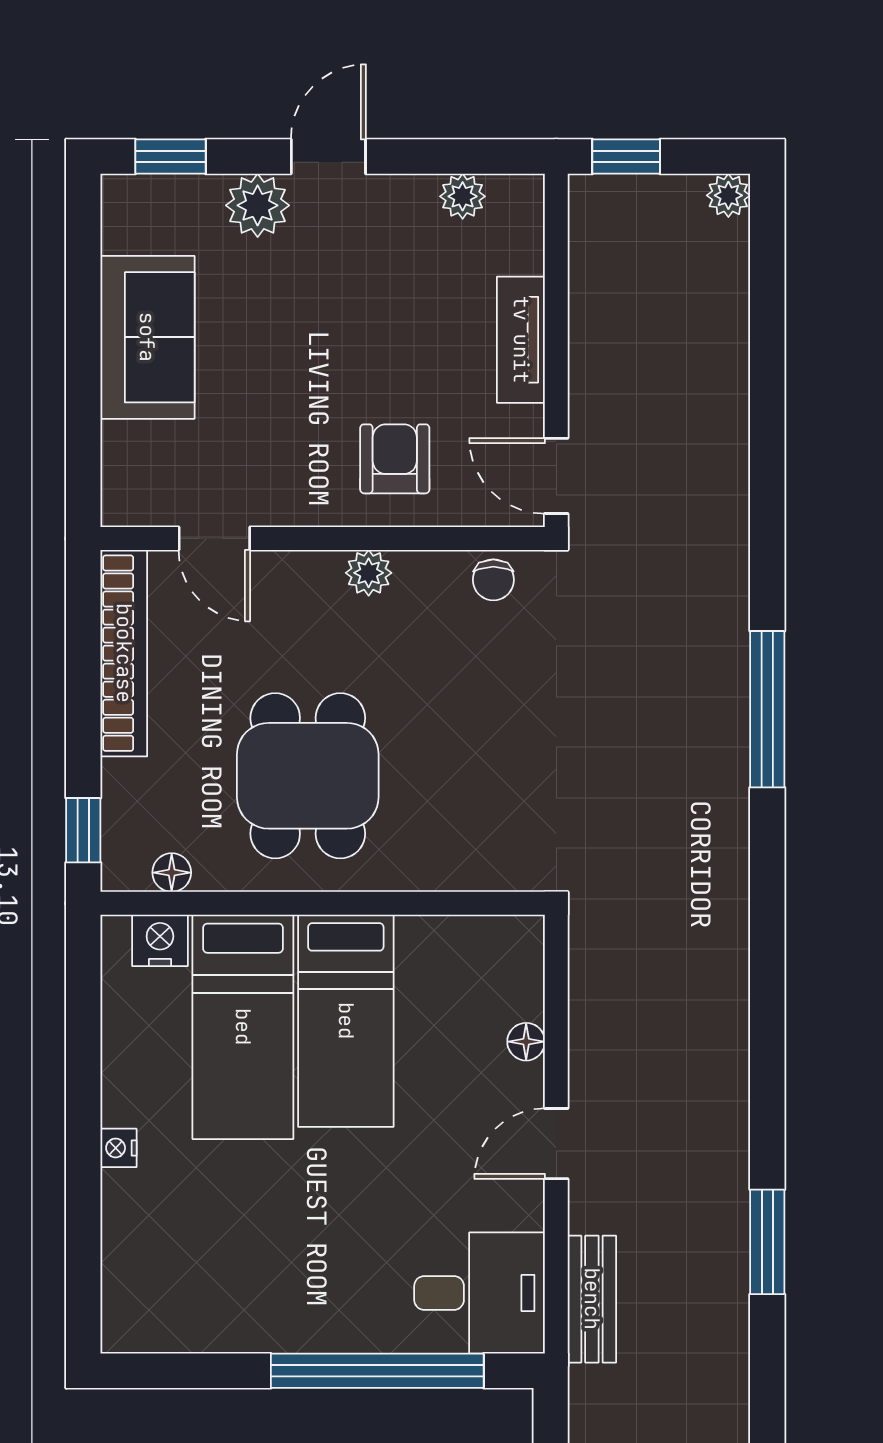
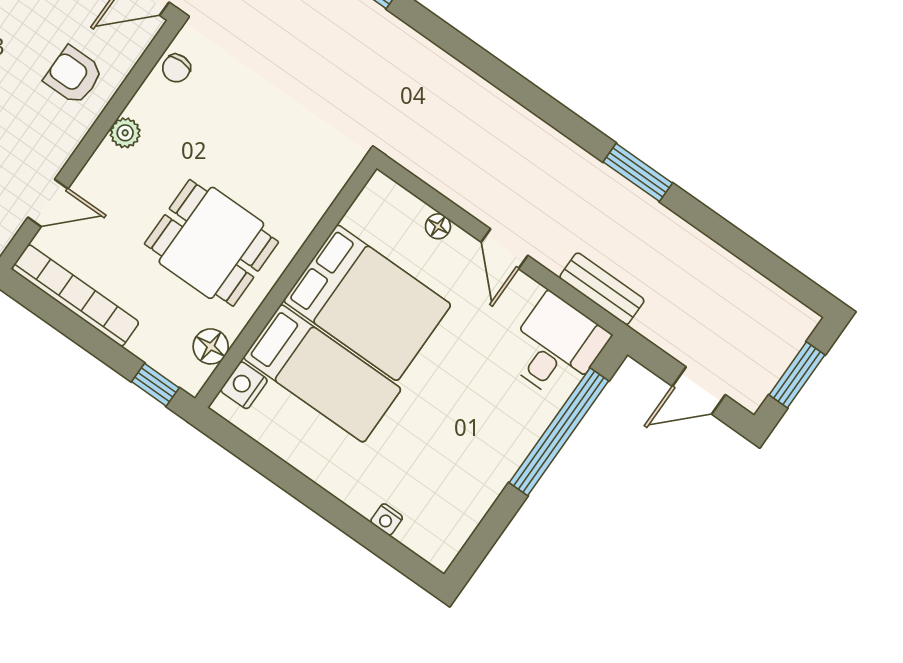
chair: (493, 580) -> (176, 68), turned 90
floor lamp: (172, 873) -> (211, 346), width x1.37, depth x1.37
bed: (346, 1021) -> (367, 303), width x1.50
nightstand: (118, 1148) -> (387, 519), moved

